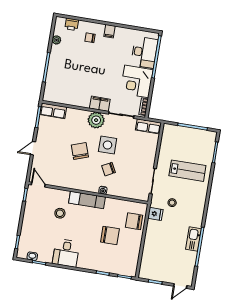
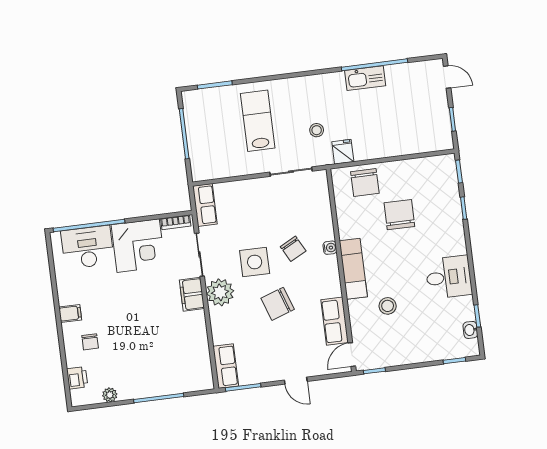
row of seats: (60, 180) -> (335, 321), added

